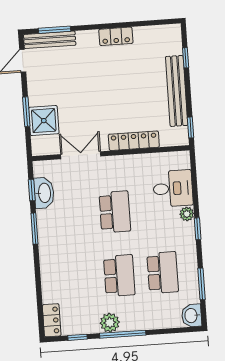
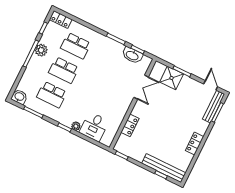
bench: (177, 91) -> (164, 168), moved
locker: (134, 141) -> (130, 125), width x0.66
school desk: (115, 212) -> (76, 46), moved

